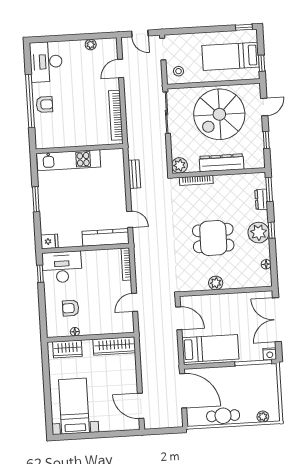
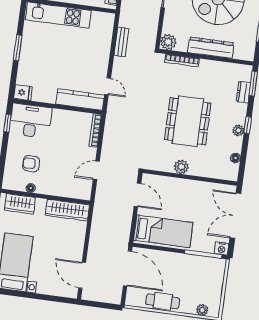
plant: (259, 233) -> (238, 130), width x0.53, depth x0.53
dining table: (213, 238) -> (188, 121), width x1.38

